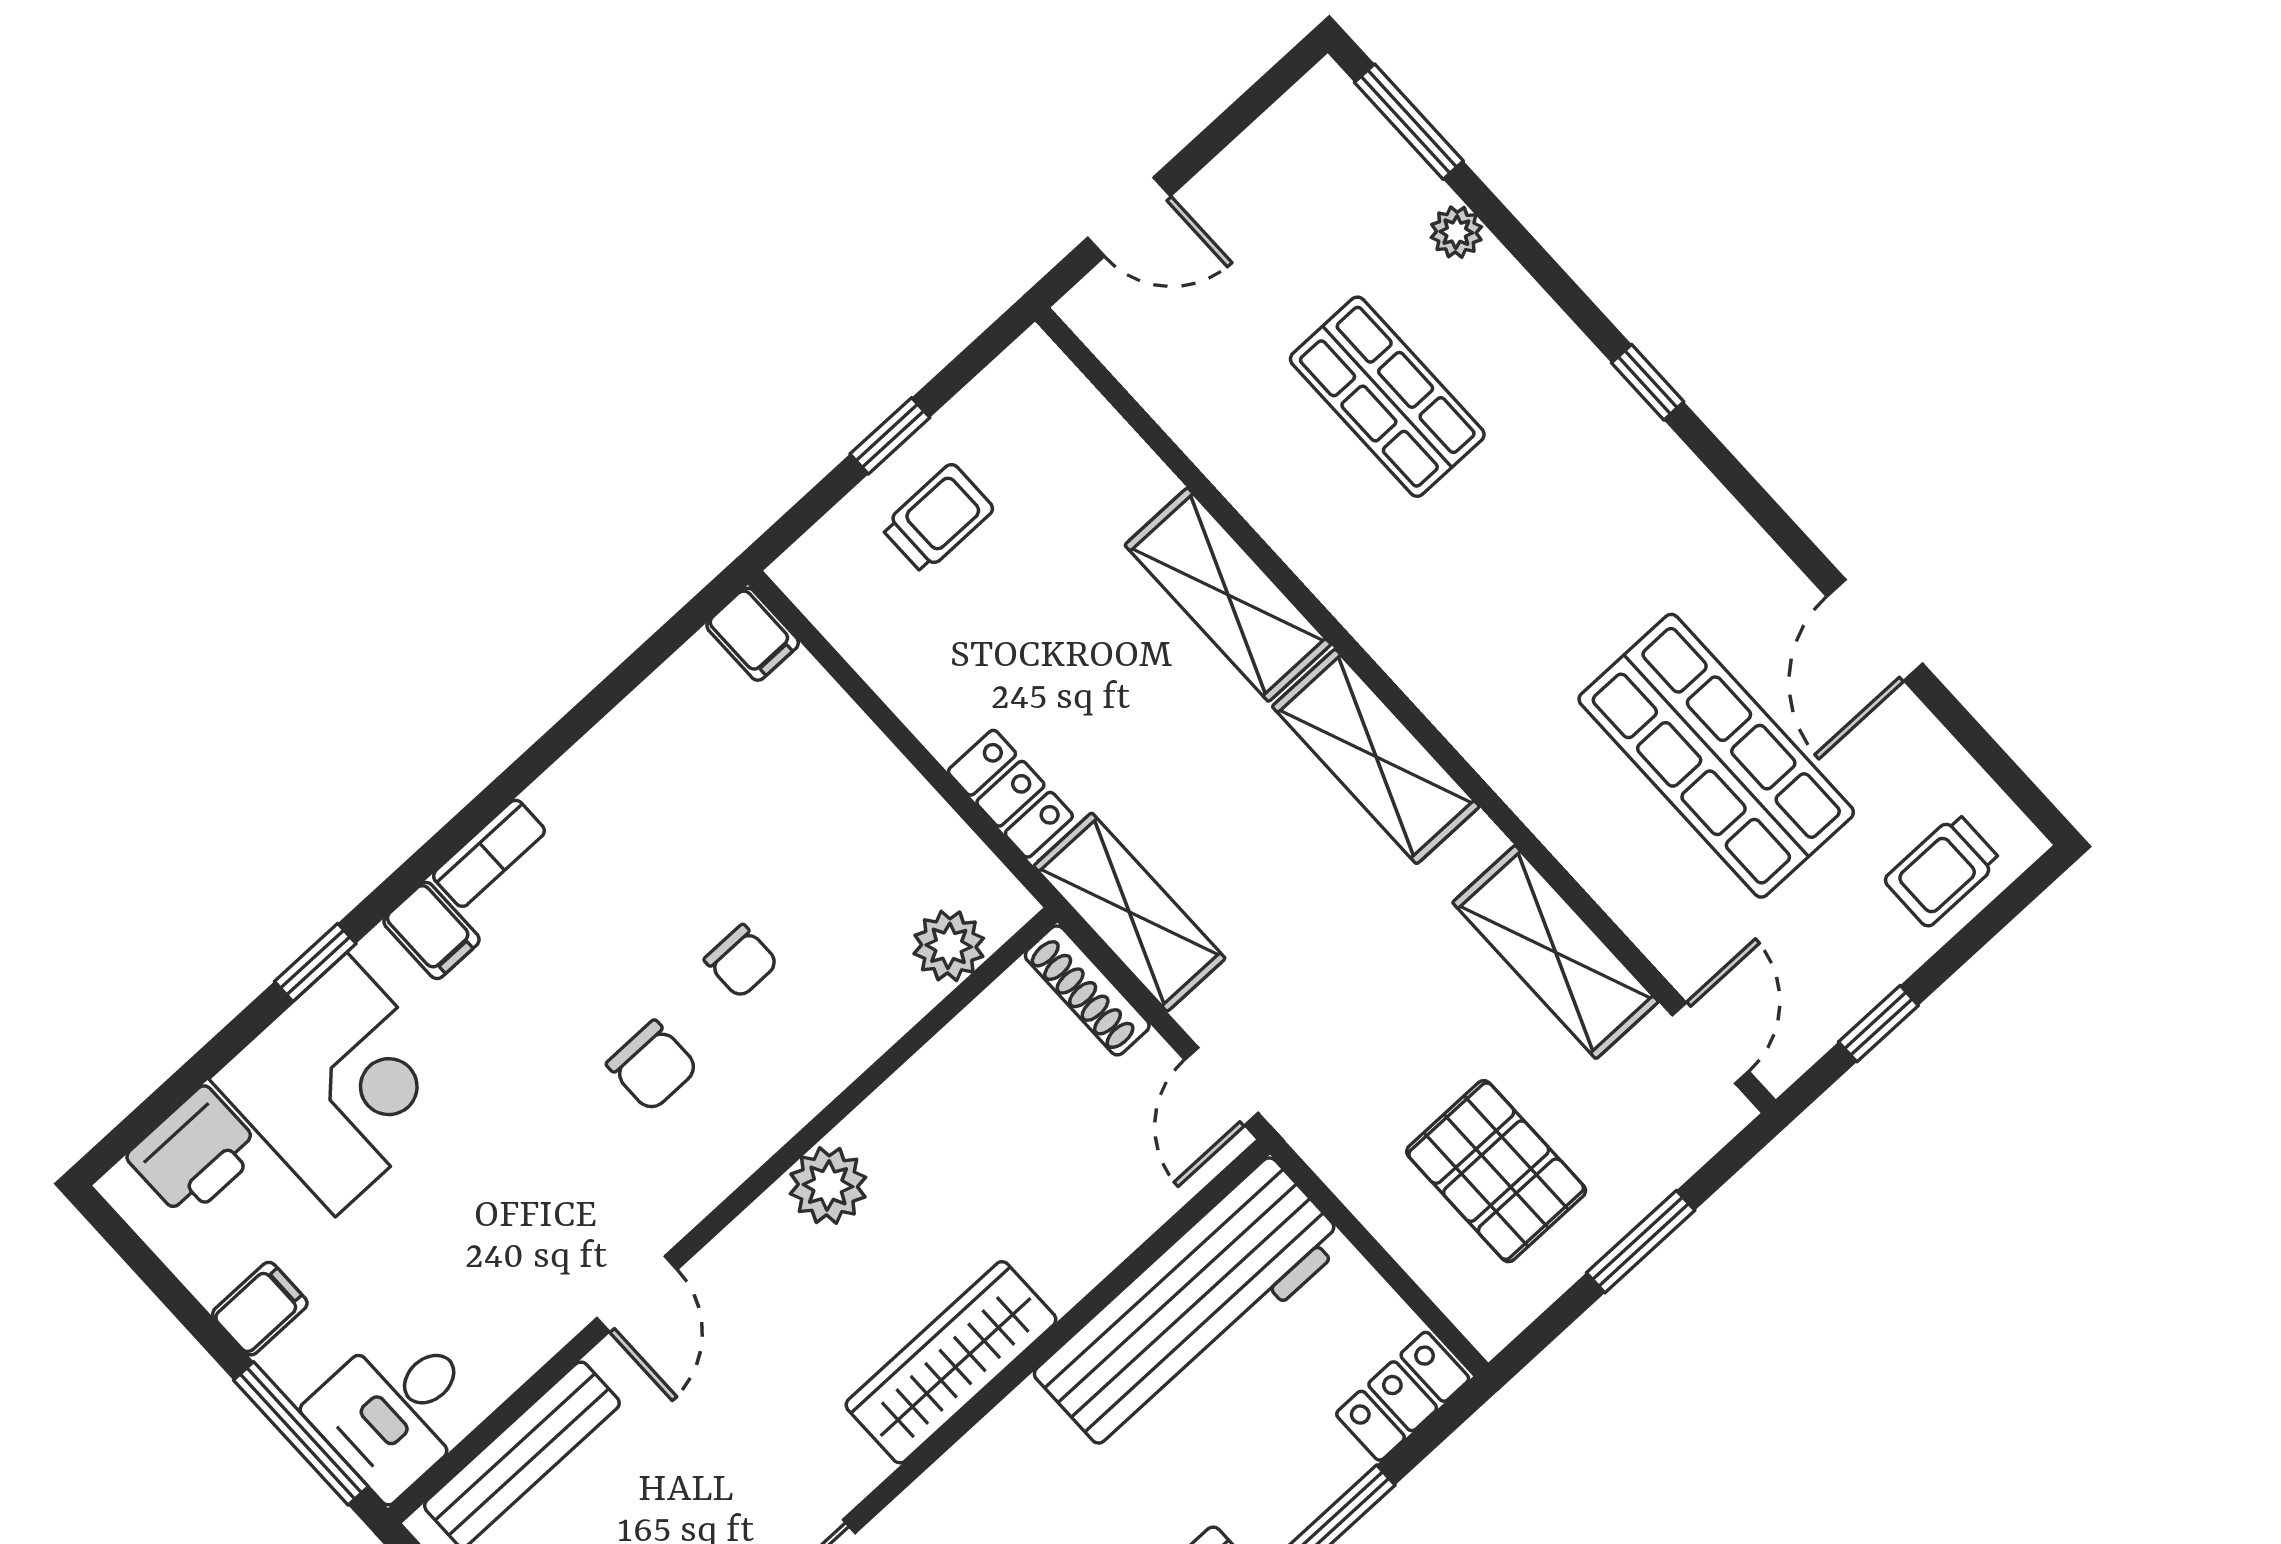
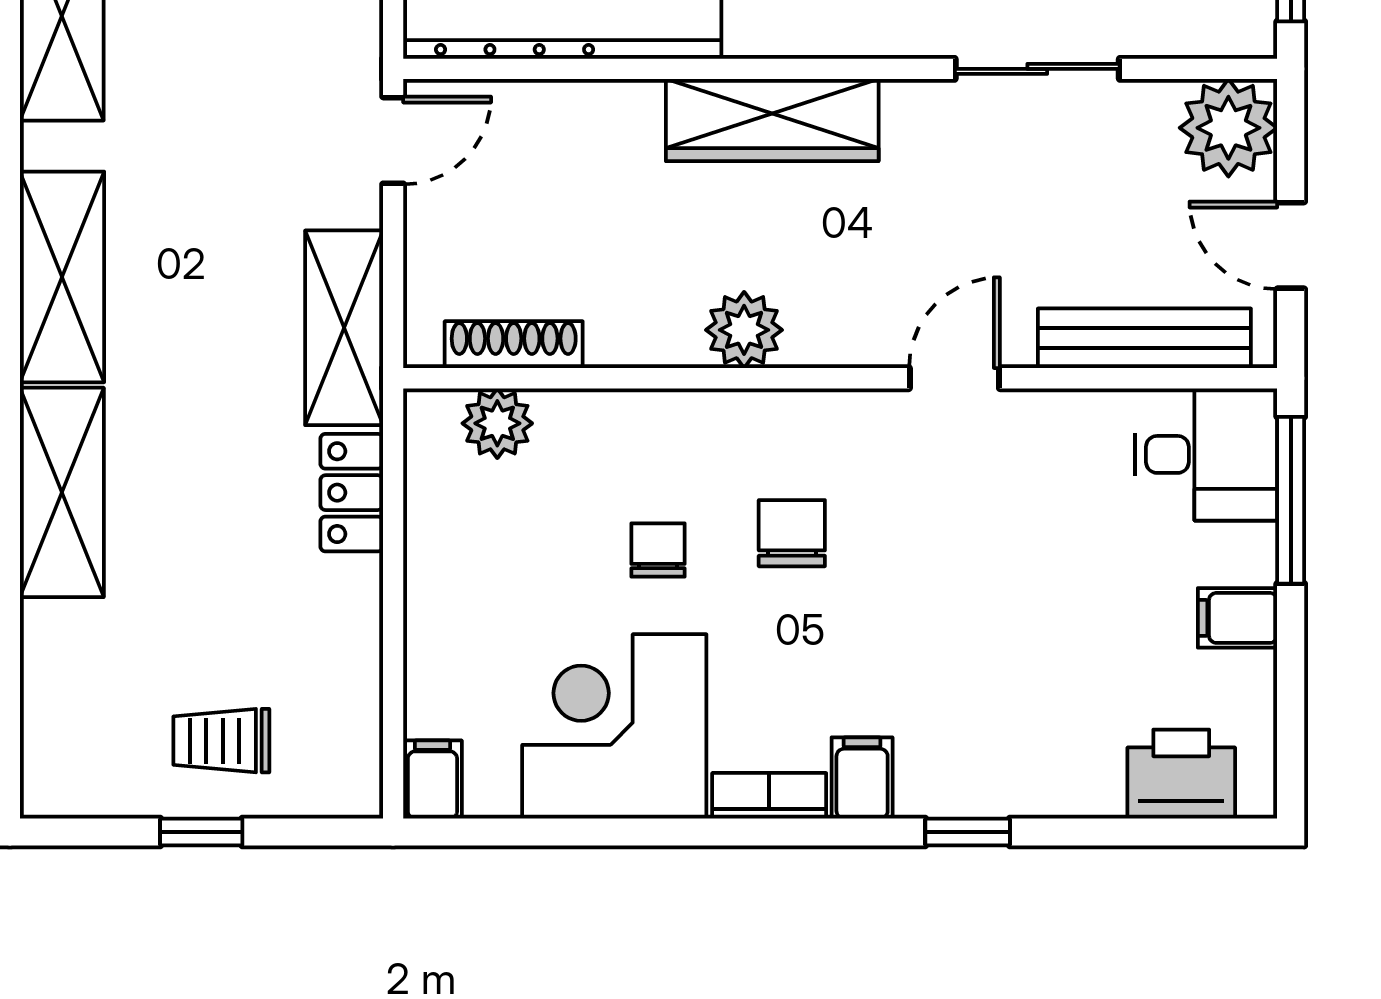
shoe rack: (1087, 990) -> (514, 345), moved, turned -90
corner desk: (341, 1085) -> (614, 726), moved

